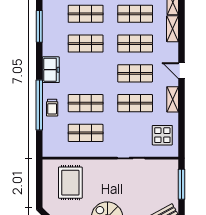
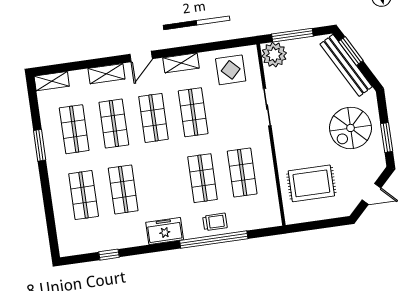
window: (39, 26) -> (109, 255), width x0.46
shelving: (173, 29) -> (106, 74), moved
plant: (169, 169) -> (274, 55), added

